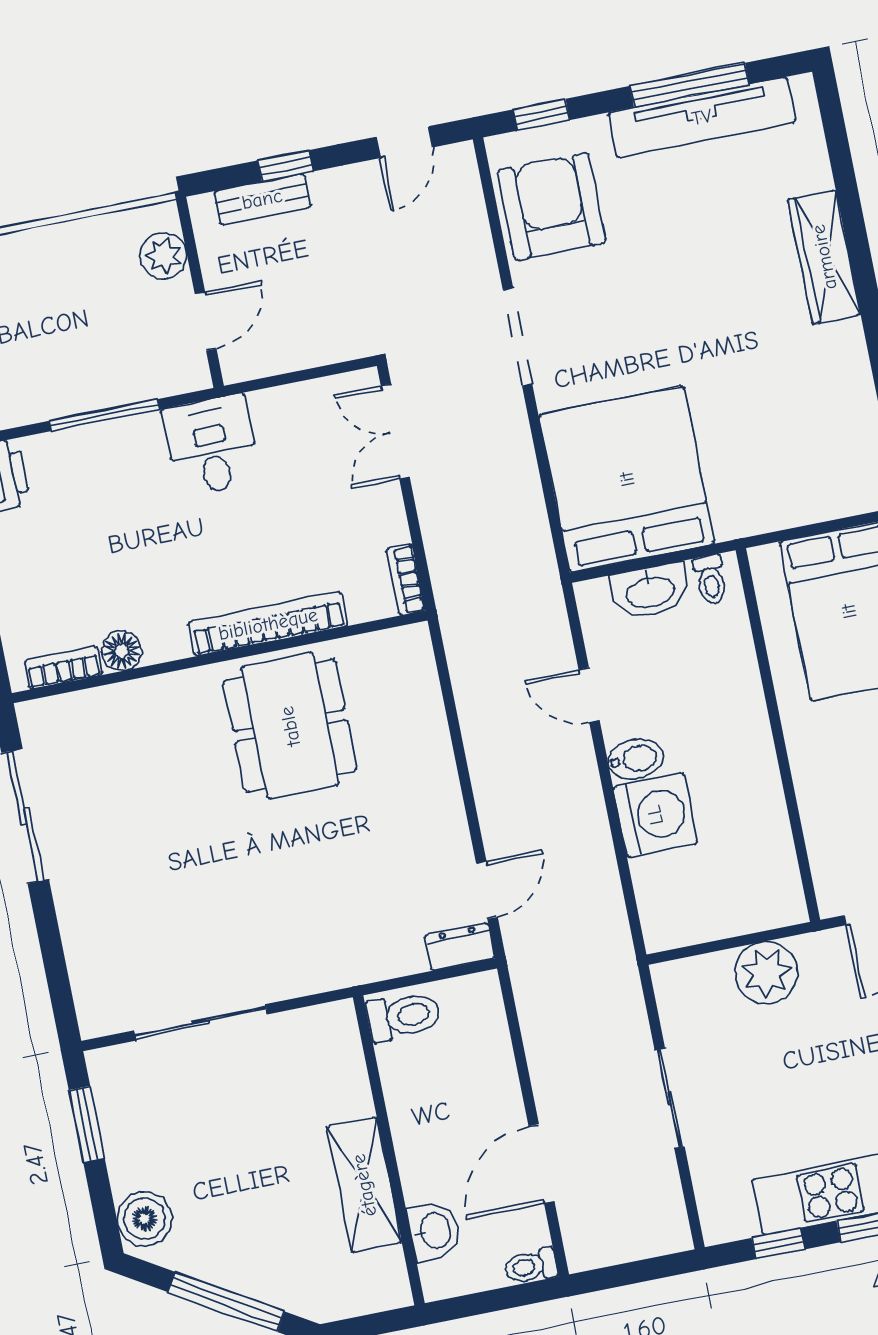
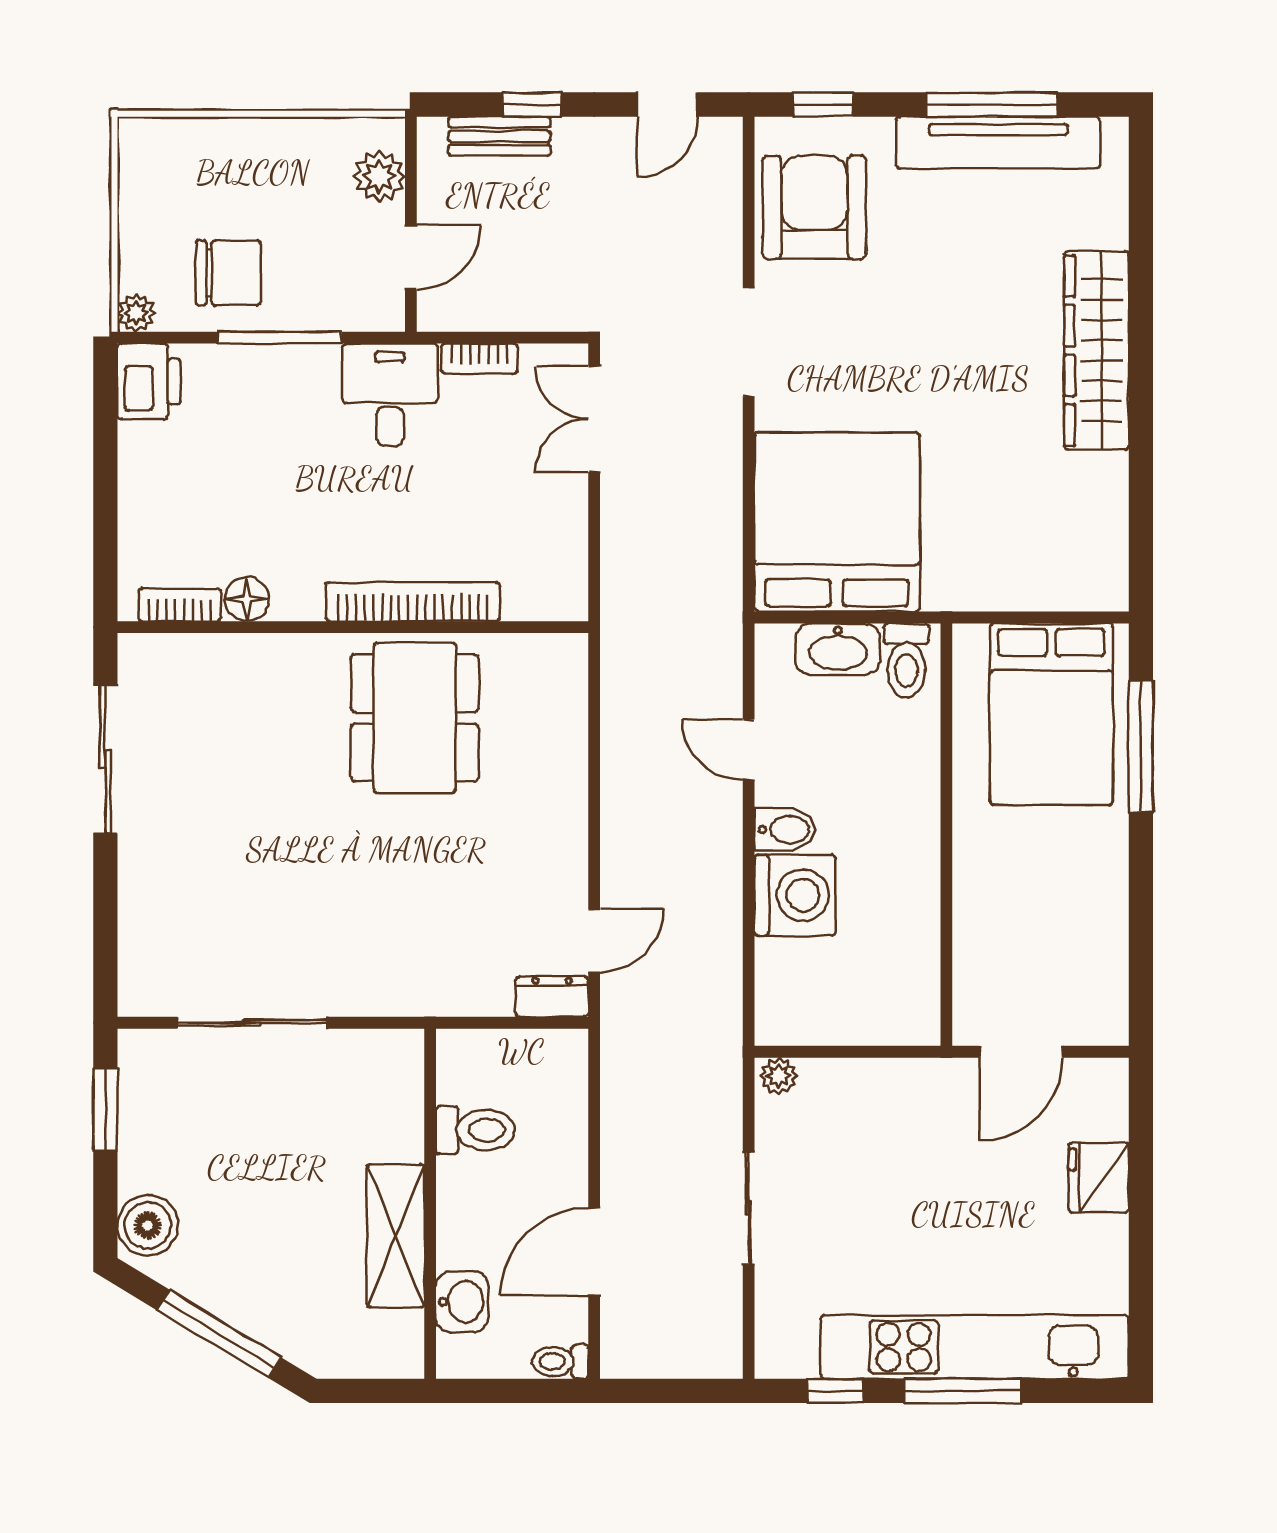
wardrobe: (824, 257) -> (1097, 350), width x1.40, depth x1.17
chair: (48, 367) -> (228, 273), added
bookcase: (406, 580) -> (479, 359), moved, turned -90
toilet: (710, 580) -> (906, 660), width x1.37, depth x1.39
plant: (766, 973) -> (779, 1076), moved, width x0.53, depth x0.53
toilet: (404, 1016) -> (476, 1130), moved

